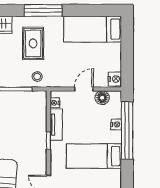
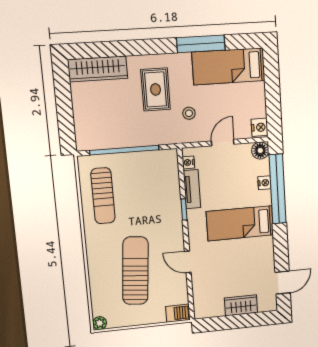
window: (43, 10) -> (201, 44), moved
stool: (37, 77) -> (189, 113), moved
floor lamp: (102, 98) -> (260, 150), moved

